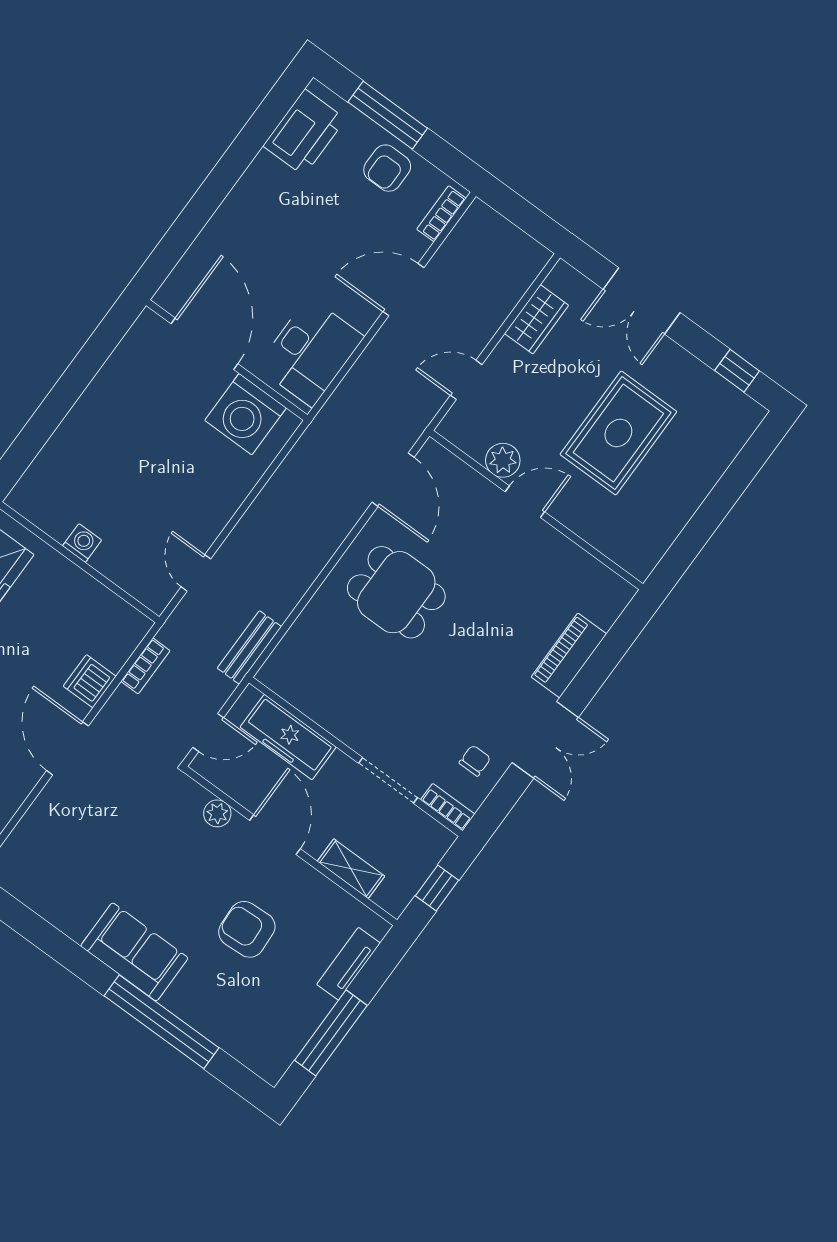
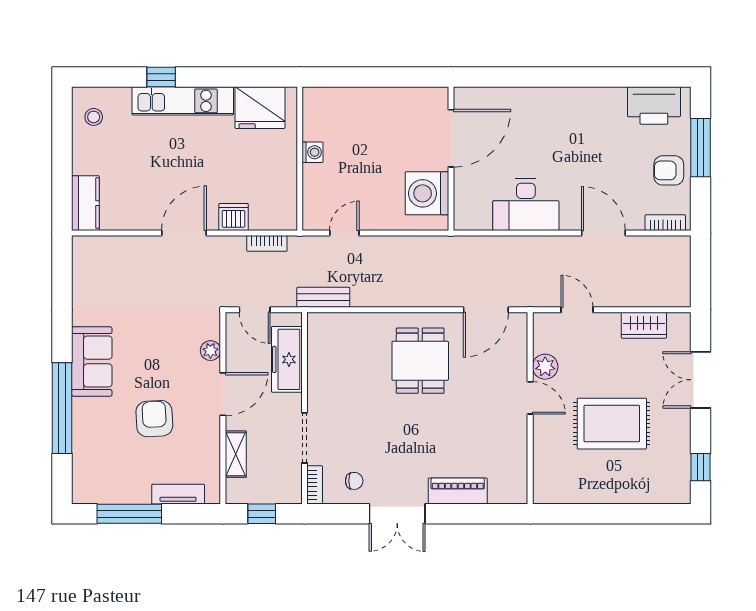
door: (204, 344) -> (451, 138), moved
wall: (227, 360) -> (451, 159), moved
washing machine: (246, 414) -> (427, 193), moved

